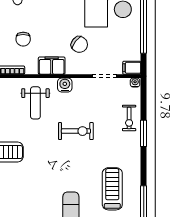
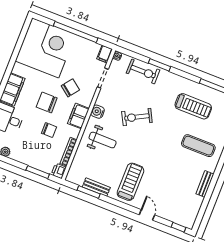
chair: (53, 25) -> (47, 103), added
exercise bike: (129, 118) -> (143, 71), width x1.38, depth x1.39
exercise bike: (76, 131) -> (137, 117), turned -118
treadmill: (112, 189) -> (193, 106), turned 180

